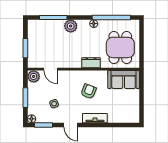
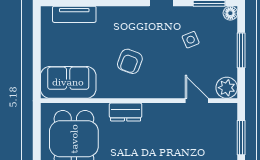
tv unit: (95, 118) -> (74, 14), moved

